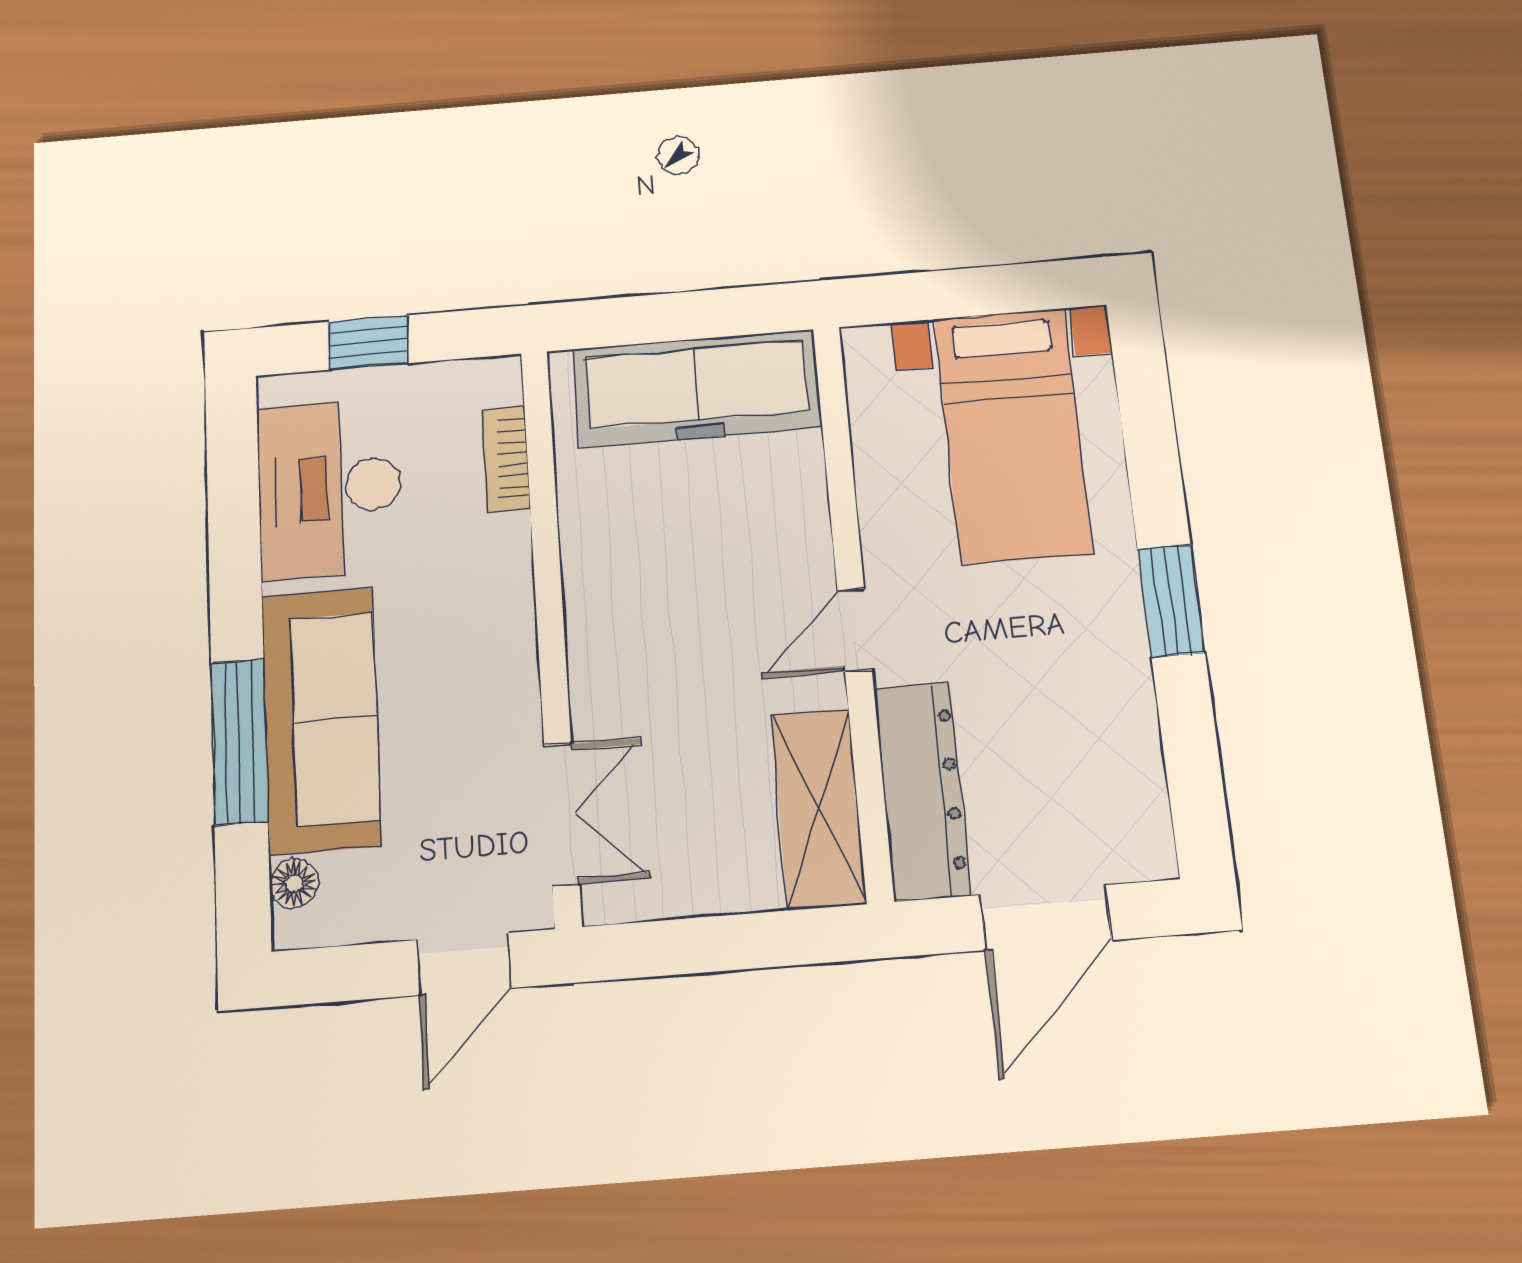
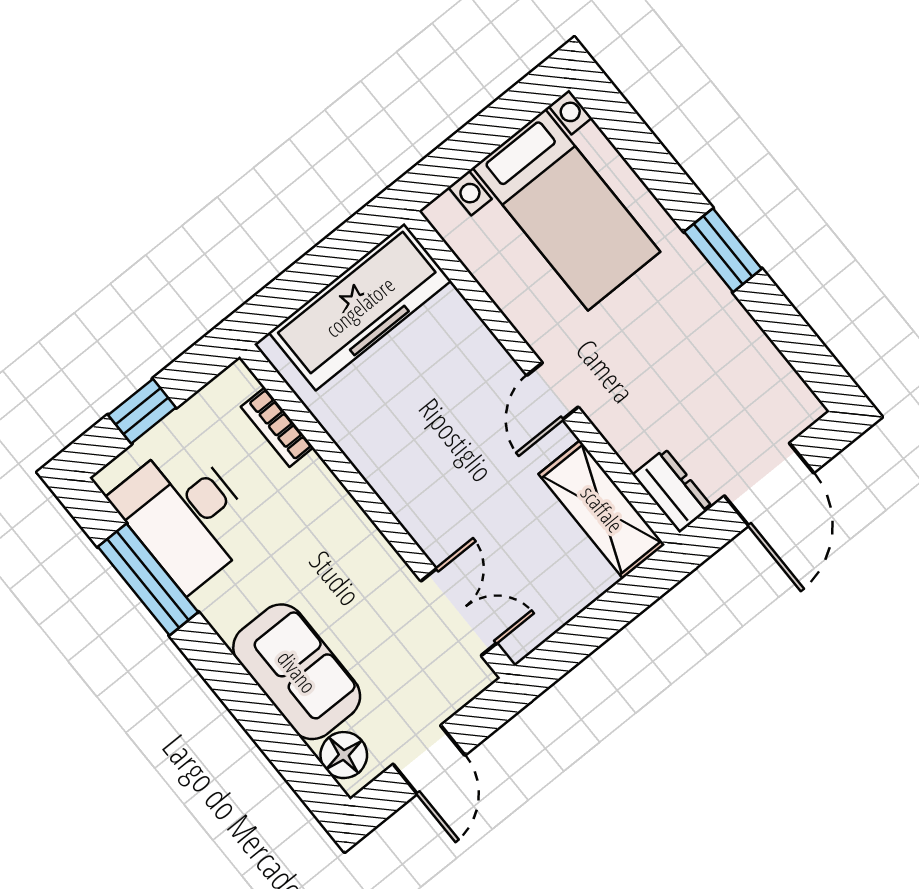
sofa: (321, 720) -> (297, 672), width x0.73
window: (239, 742) -> (148, 579), moved
dresser: (922, 791) -> (672, 491), width x0.51, depth x0.80
floor lamp: (294, 883) -> (344, 755), width x1.37, depth x1.37
door: (464, 964) -> (429, 760), moved

